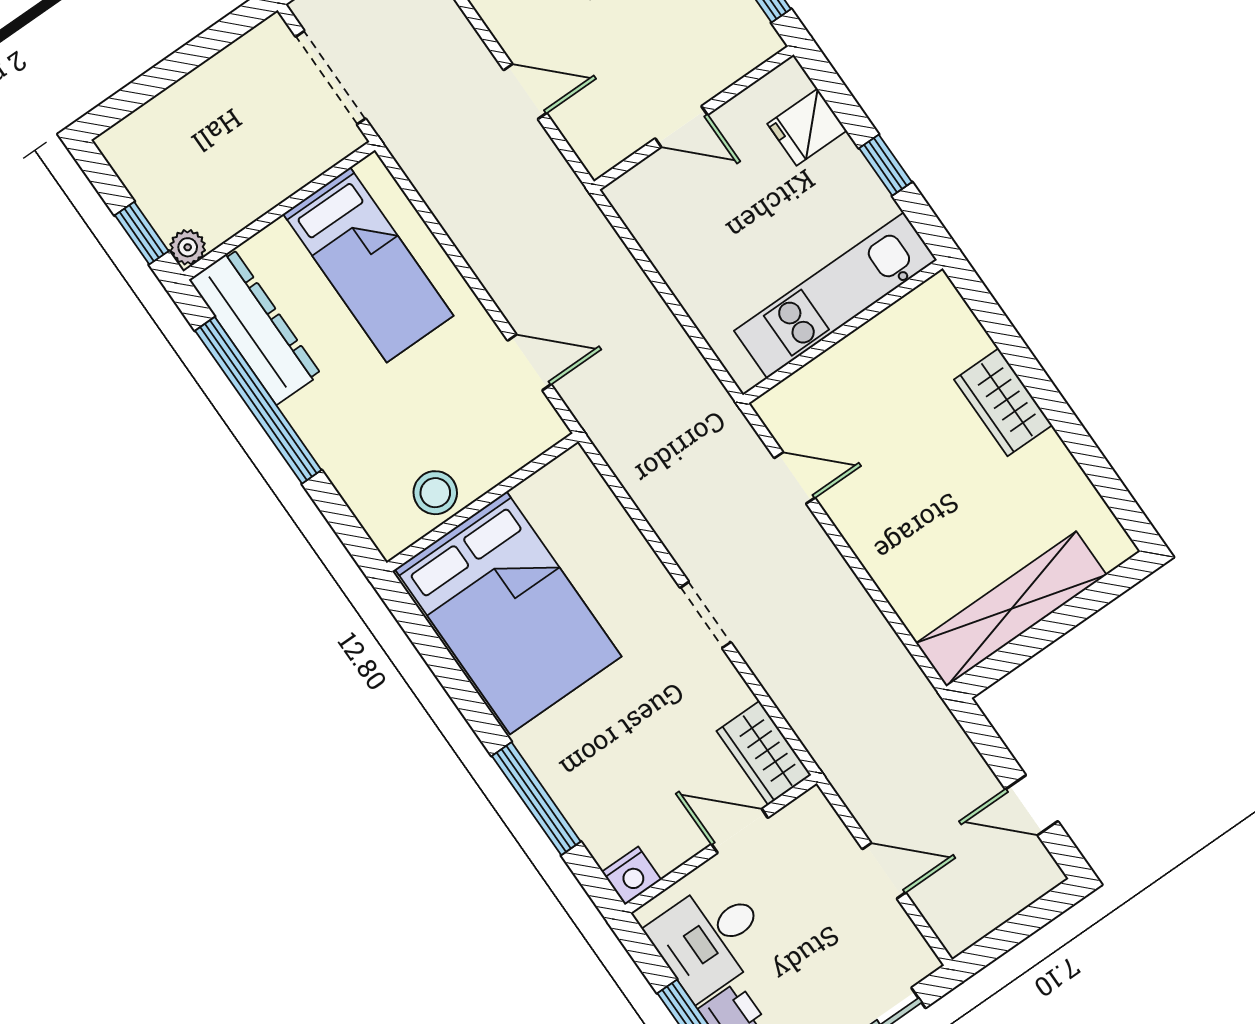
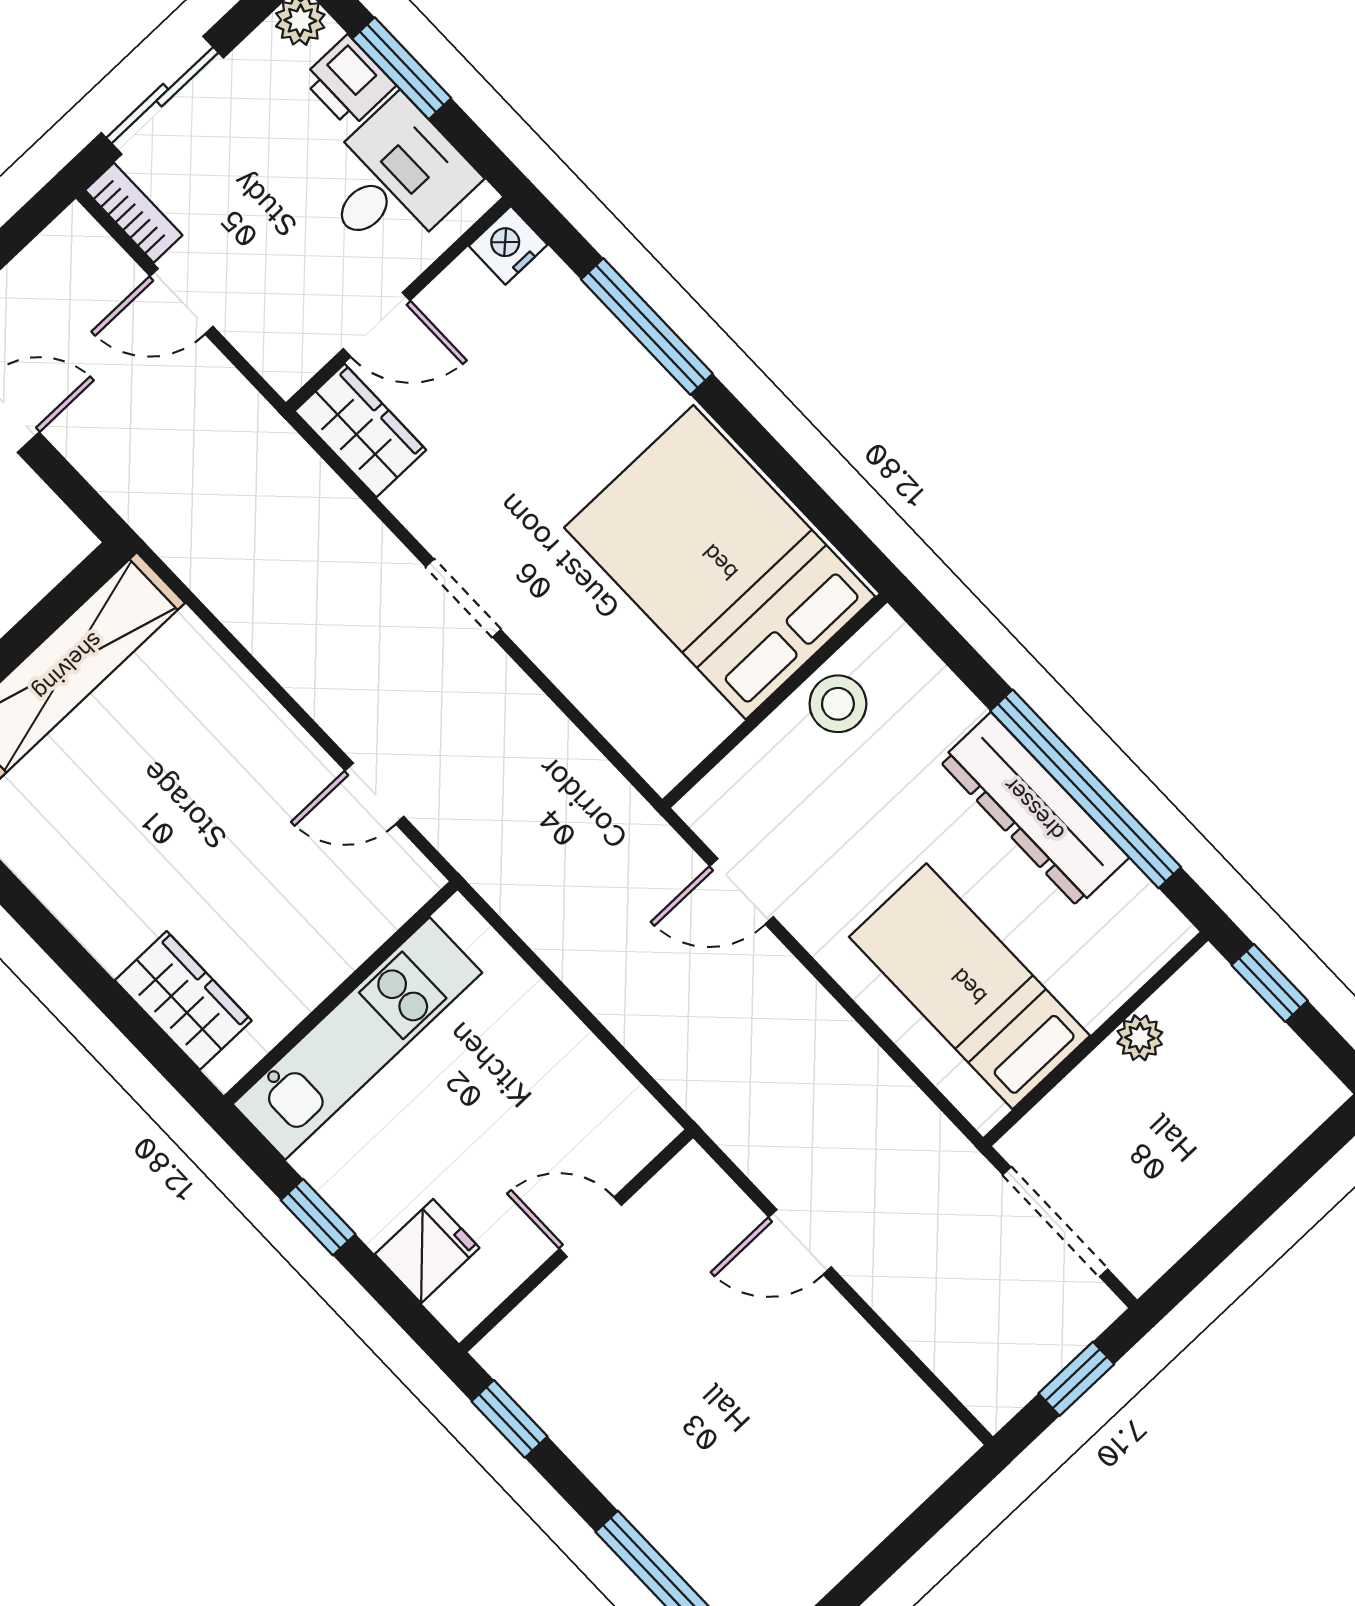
plant: (188, 247) -> (1140, 1038), moved
dresser: (255, 327) -> (1034, 809), moved
wardrobe: (1003, 402) -> (183, 1000), moved
bookcase: (910, 943) -> (134, 213), added

